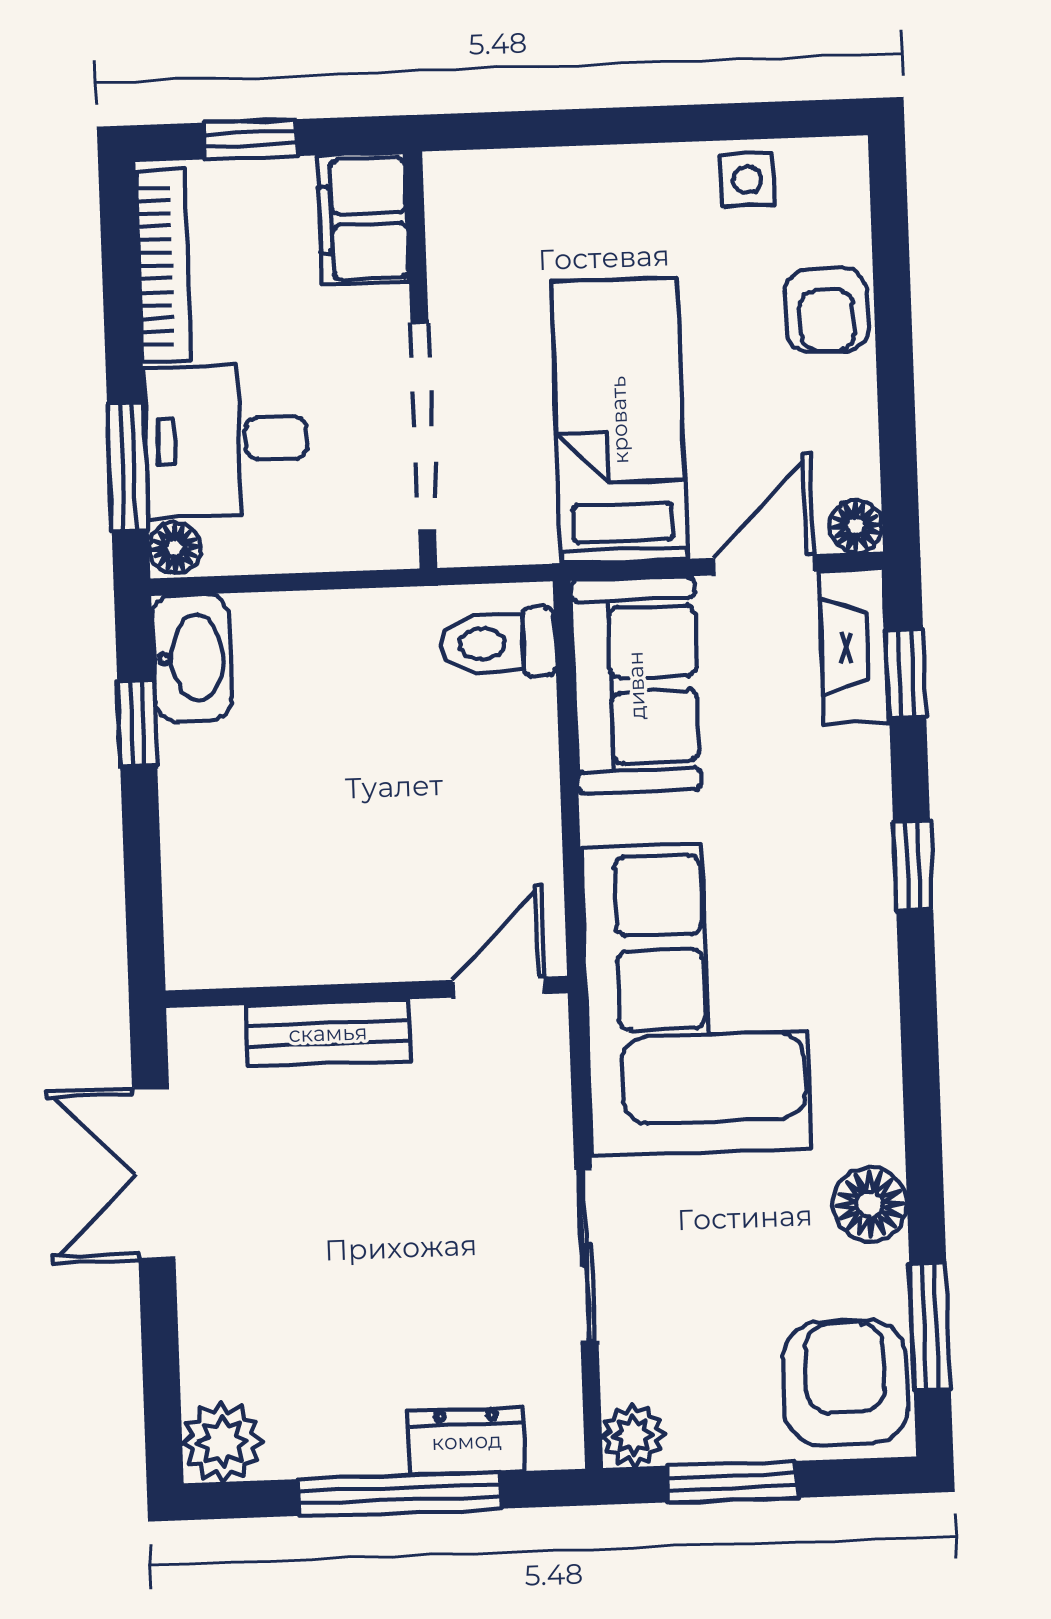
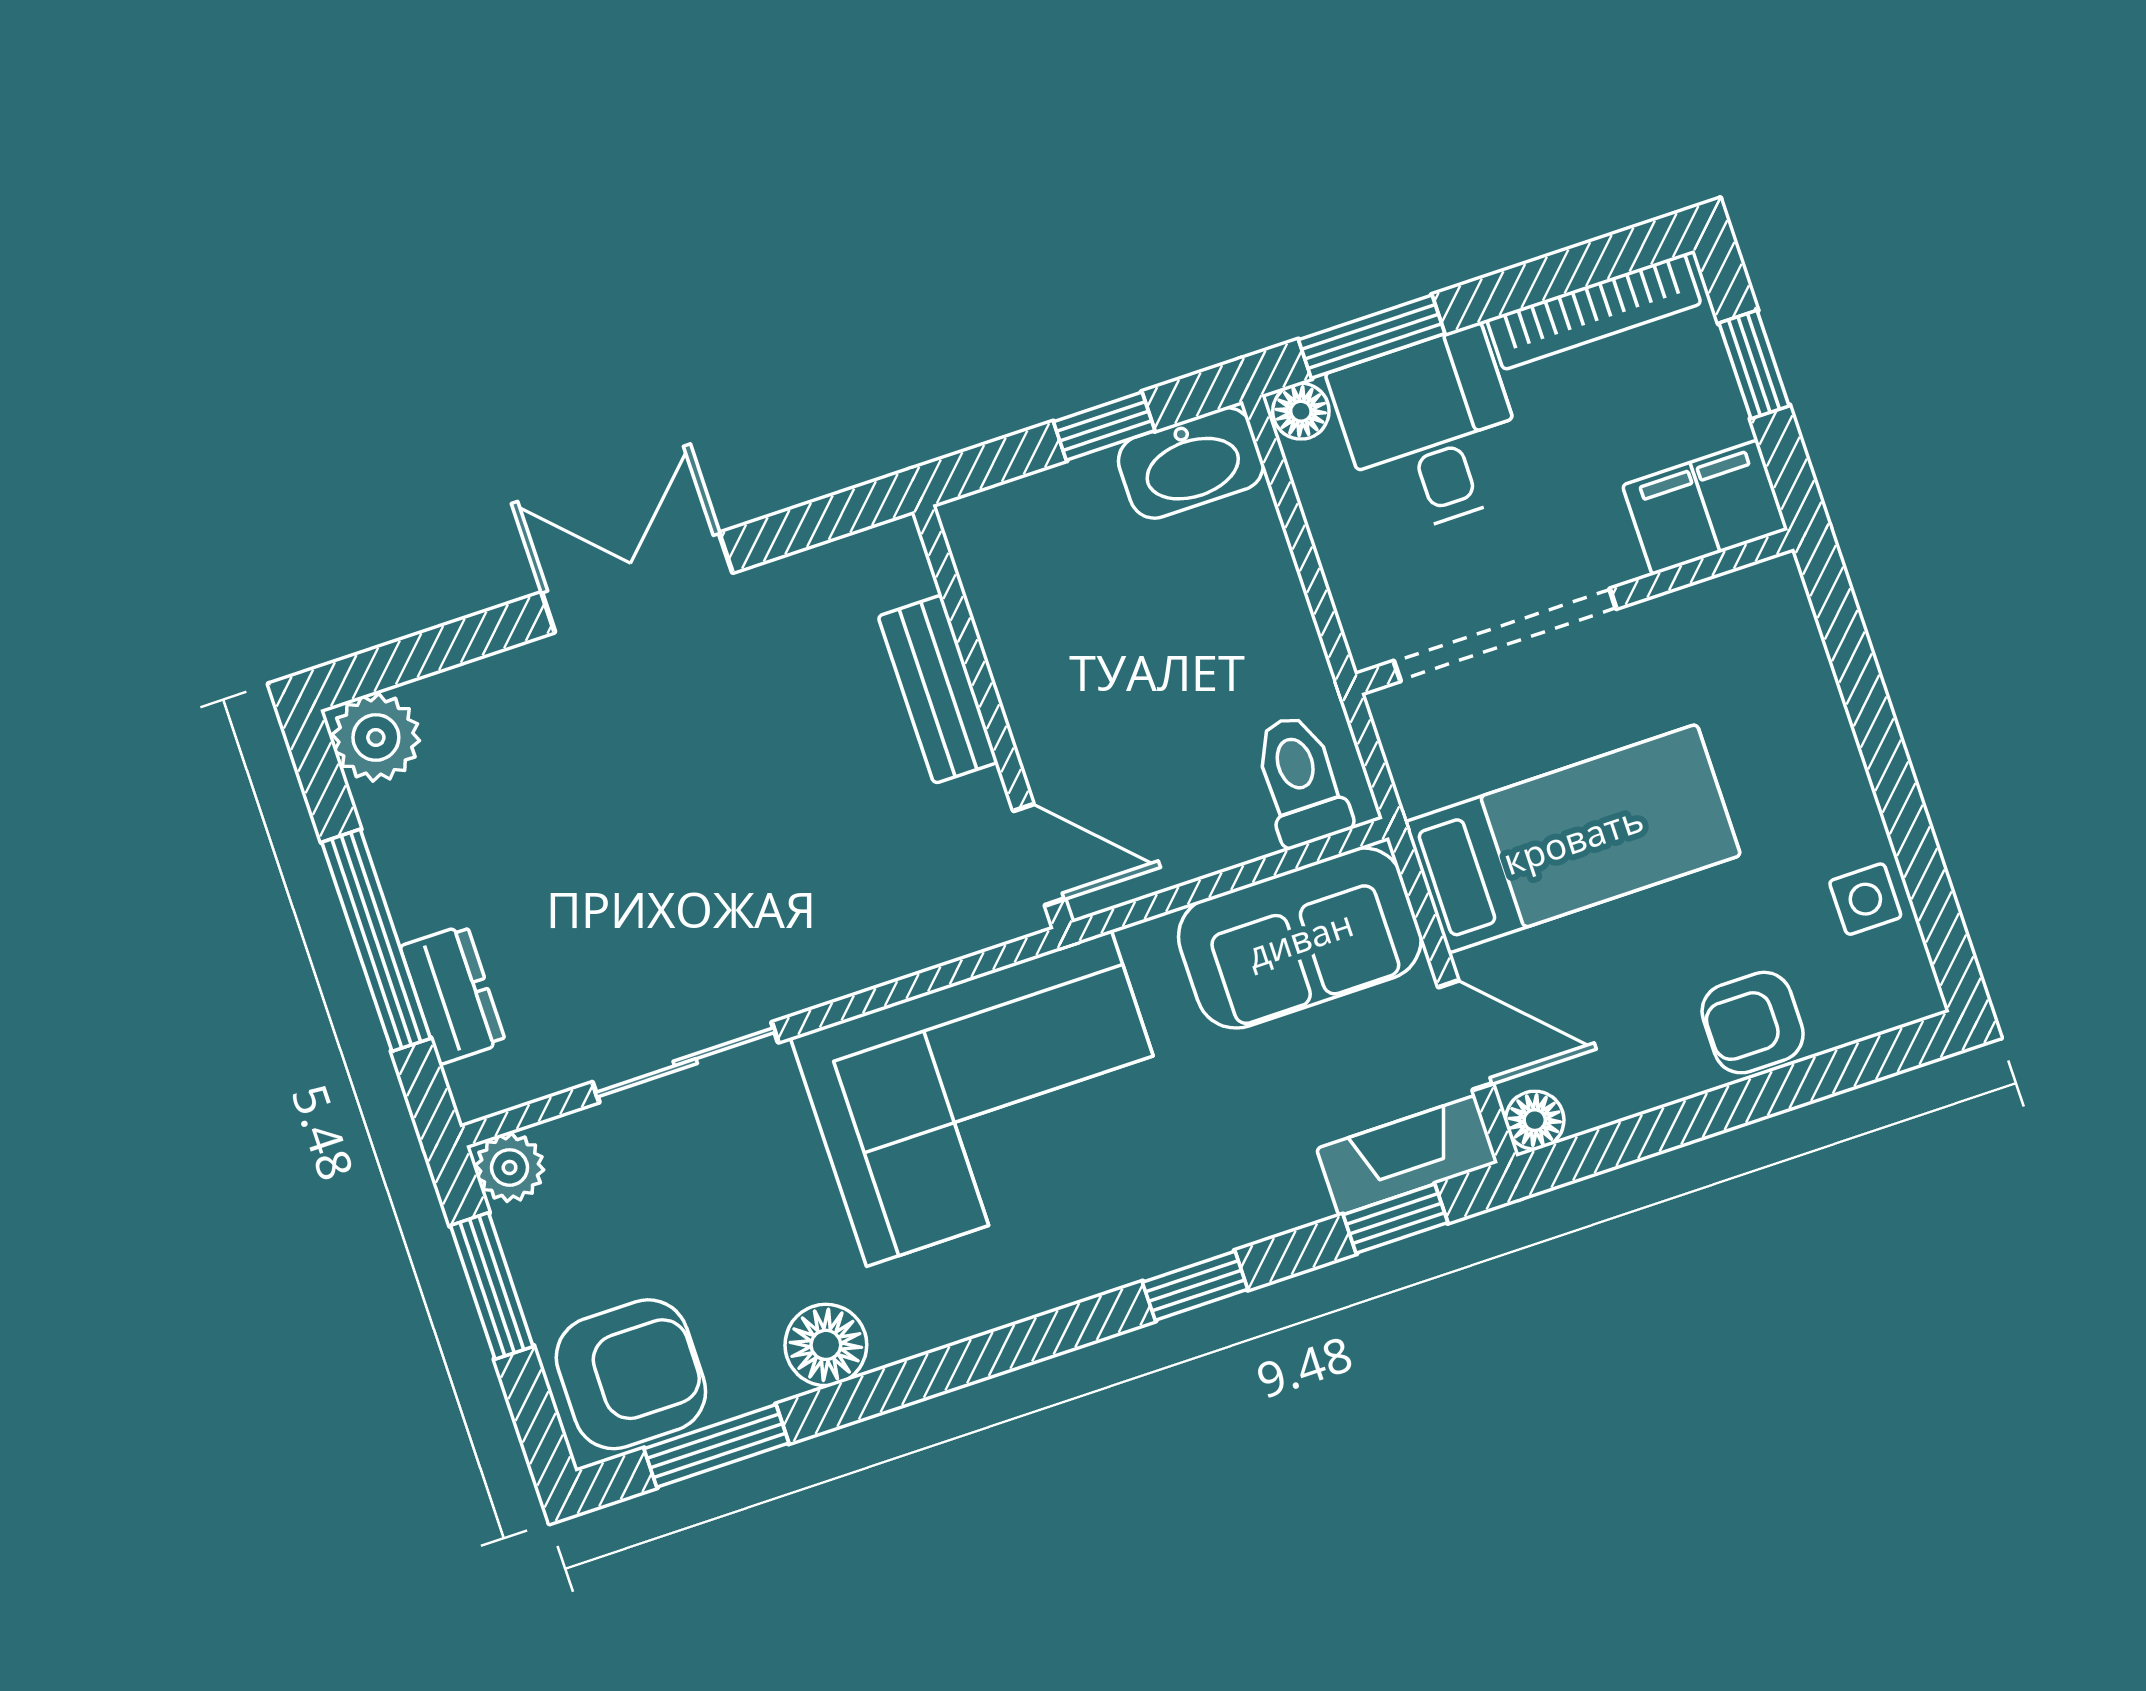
door: (499, 987) -> (1039, 855), moved
wall: (367, 992) -> (993, 717), moved
bench: (328, 1033) -> (938, 689), moved

